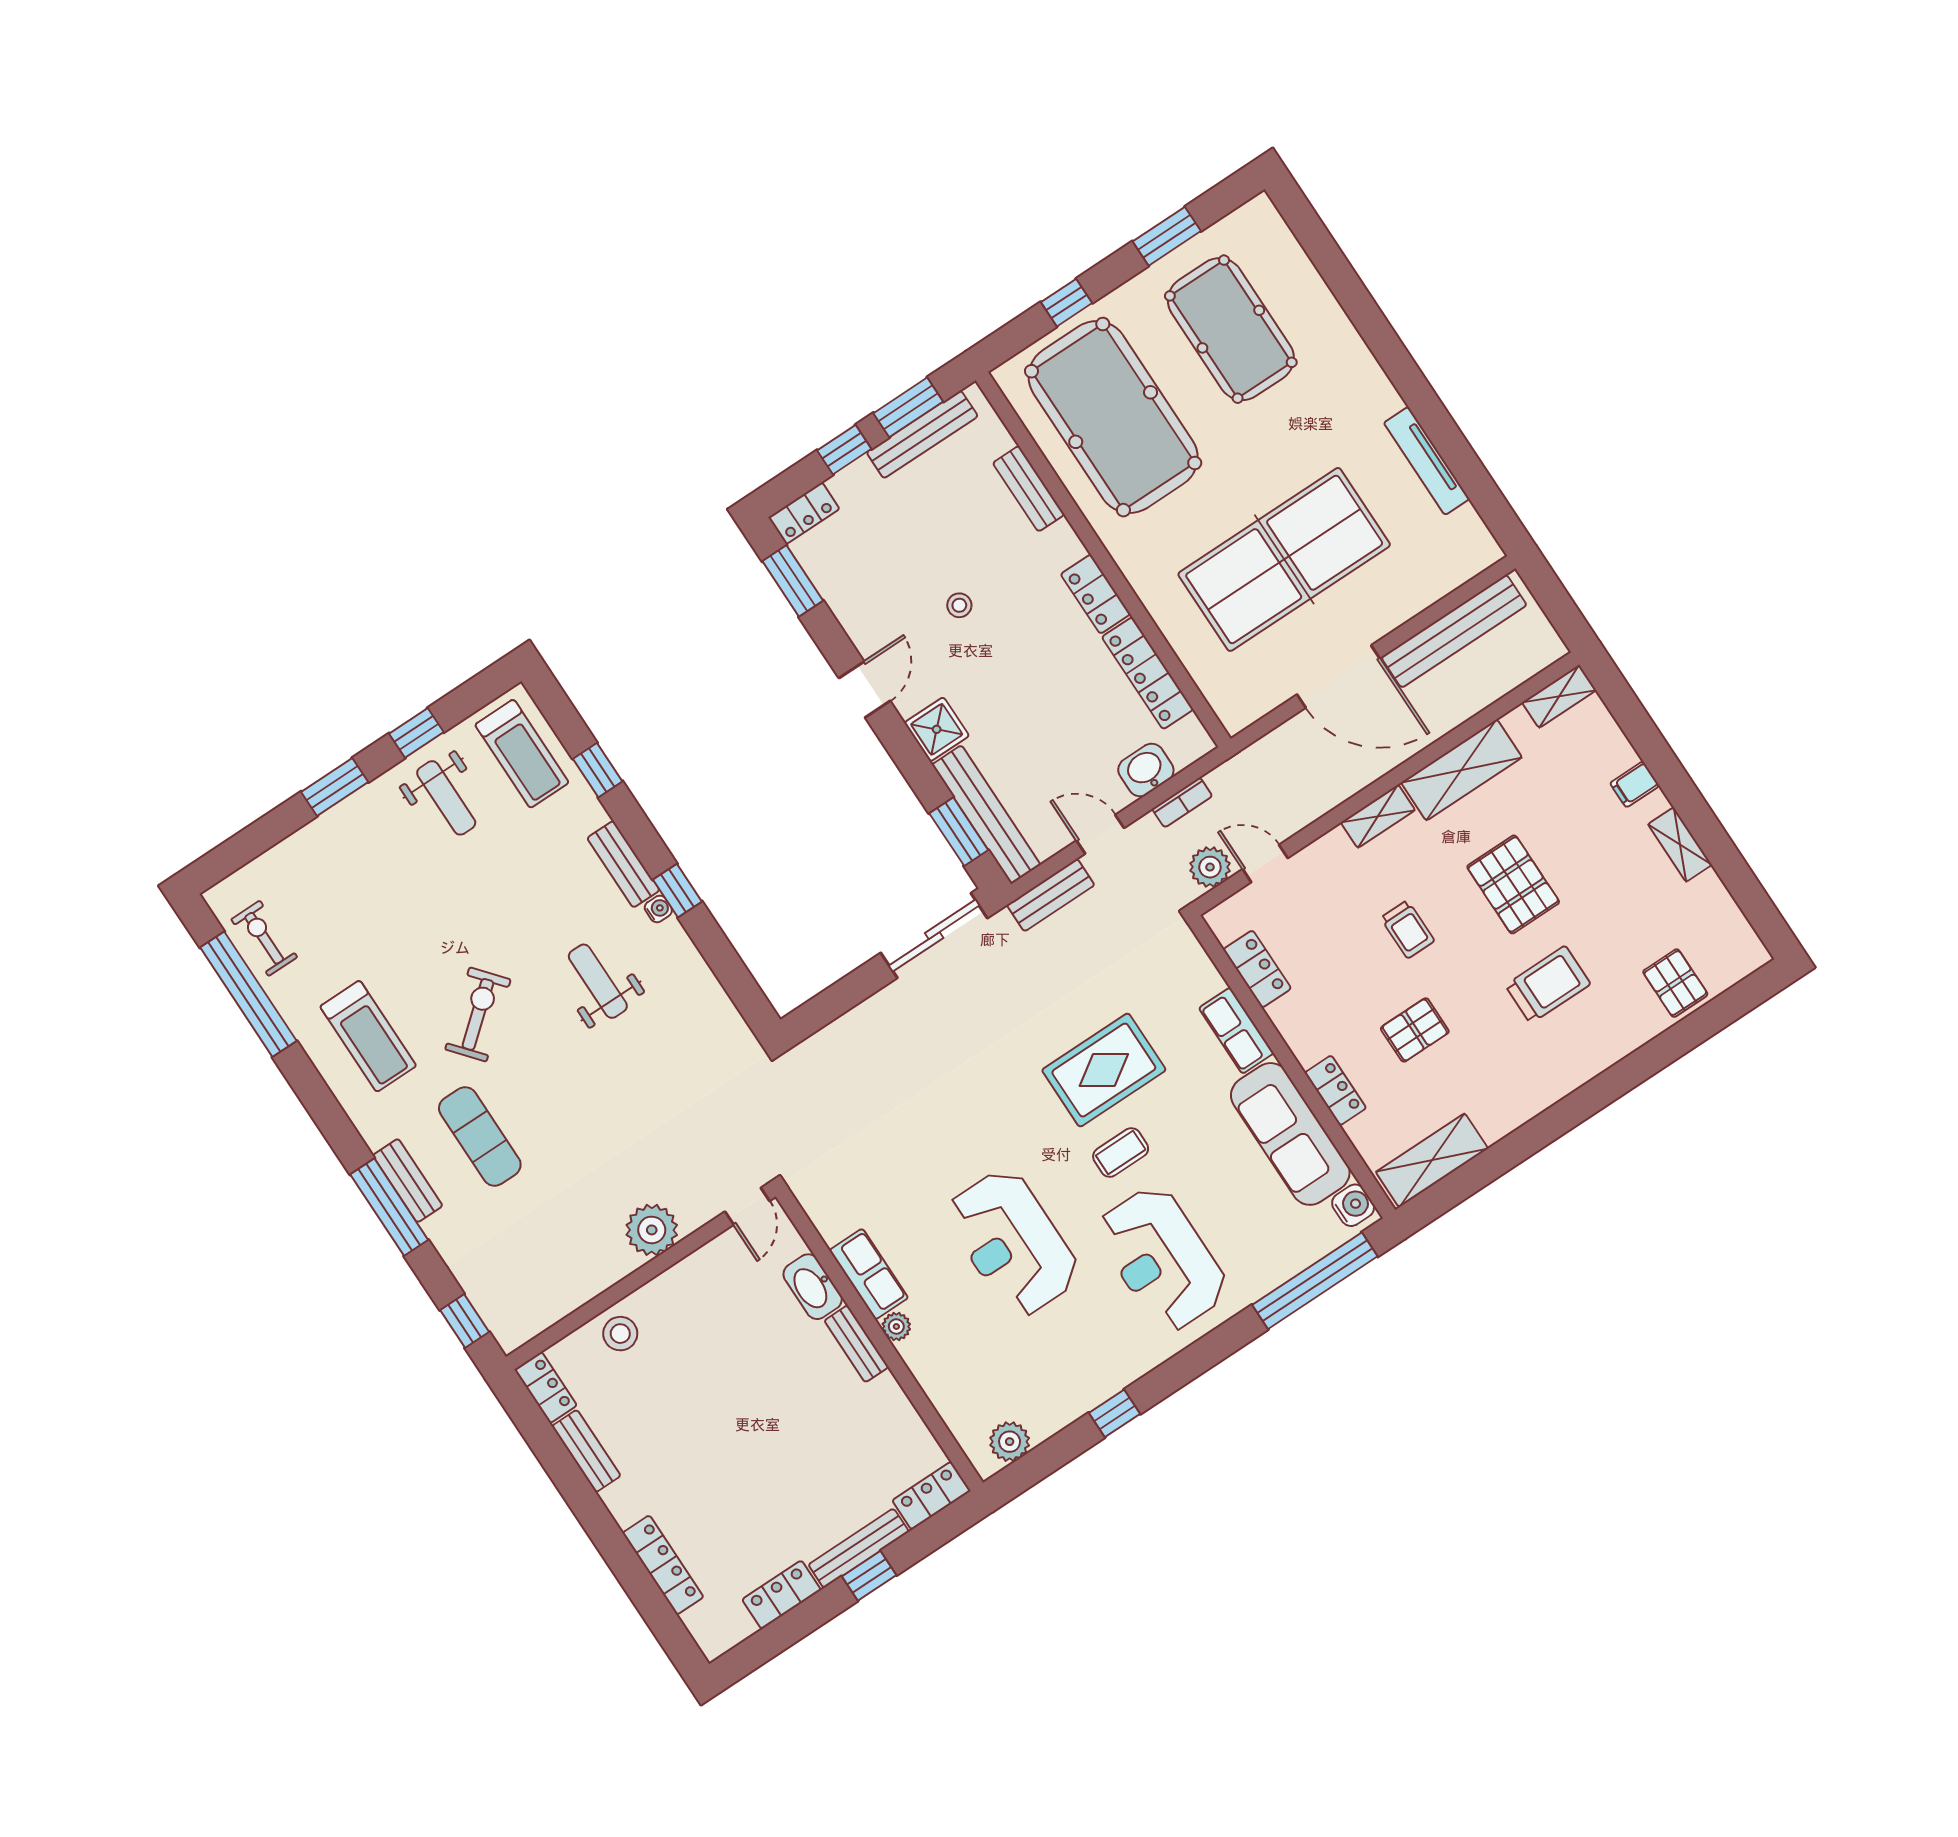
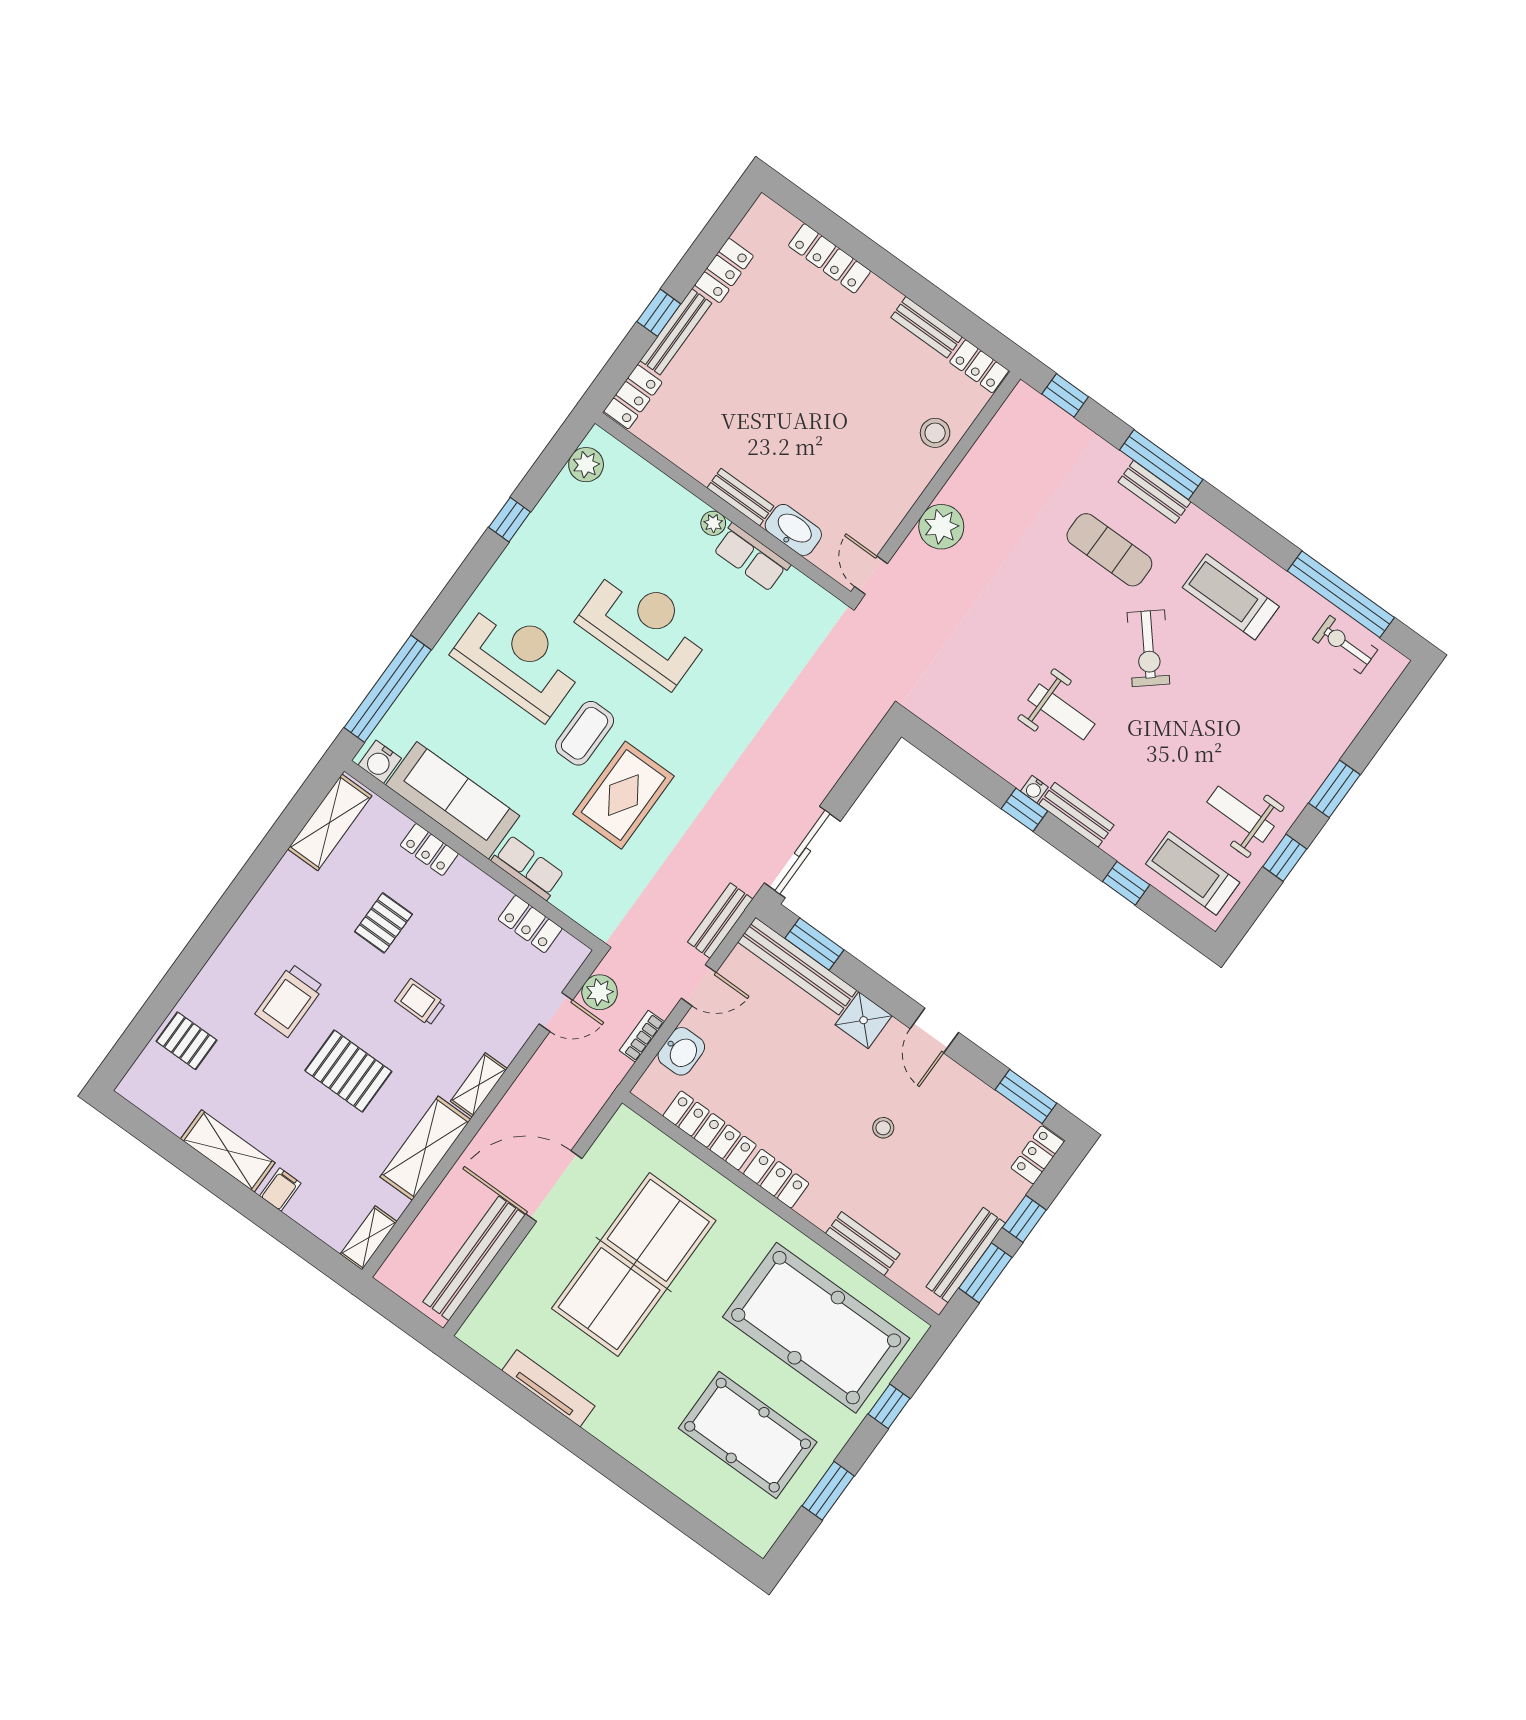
shelving: (1680, 845) -> (228, 1151), width x1.50, depth x1.33
exercise bike: (264, 938) -> (1345, 644), turned 180
coffee table: (1121, 1152) -> (585, 733), width x1.36, depth x1.30

